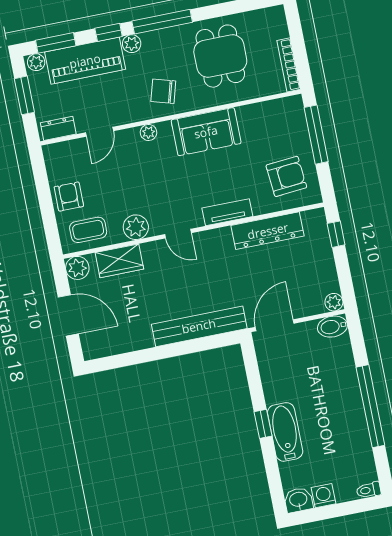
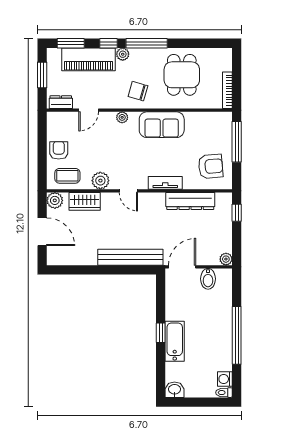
plant: (36, 62) -> (55, 54), removed
bidet: (332, 327) -> (208, 279), moved, turned -90
washing machine: (324, 496) -> (225, 379), moved, turned -90

